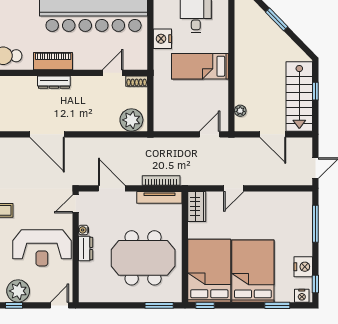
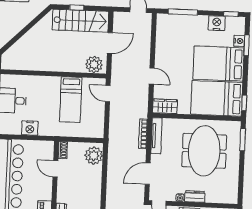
window: (277, 19) -> (18, 36), removed
bed: (200, 66) -> (71, 100), moved
plant: (240, 111) -> (94, 64), width x1.88, depth x1.88
nightstand: (302, 296) -> (239, 41), moved

